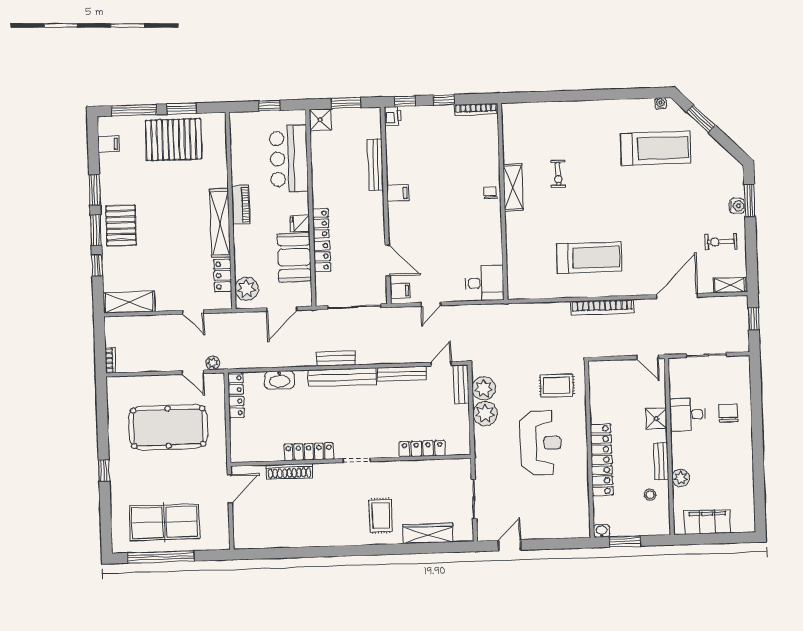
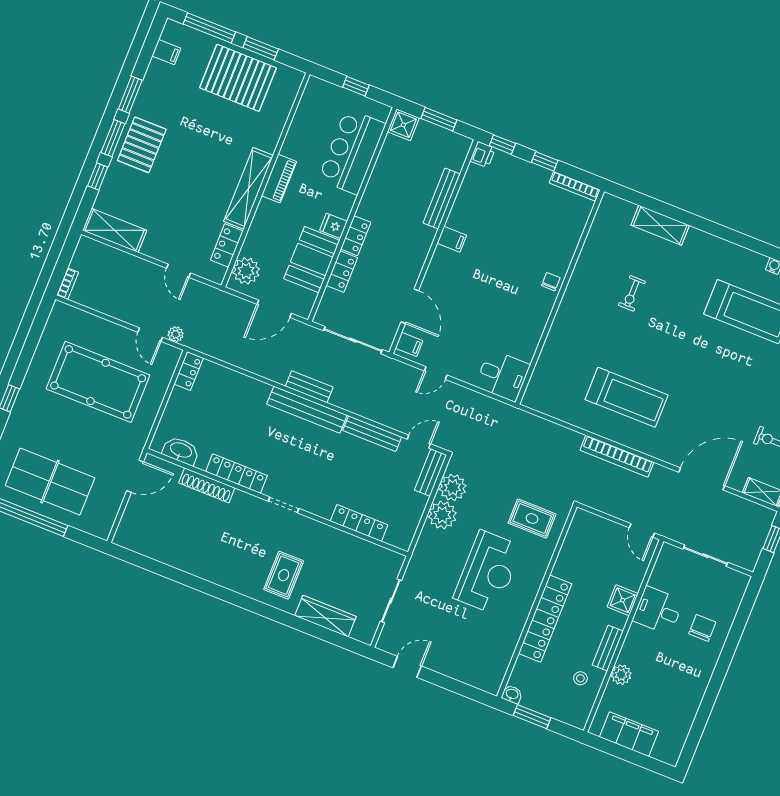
shelving: (513, 188) -> (660, 225), moved, turned 90
washbasin: (280, 380) -> (181, 451), moved, turned 180
locker: (236, 395) -> (189, 371), width x0.66

